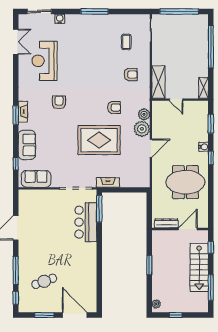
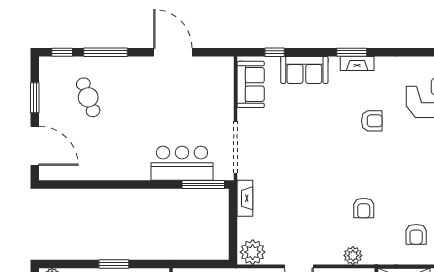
plant: (142, 129) -> (253, 252), moved
rug: (99, 140) -> (312, 184), removed
door: (75, 315) -> (35, 146), hinge flipped

